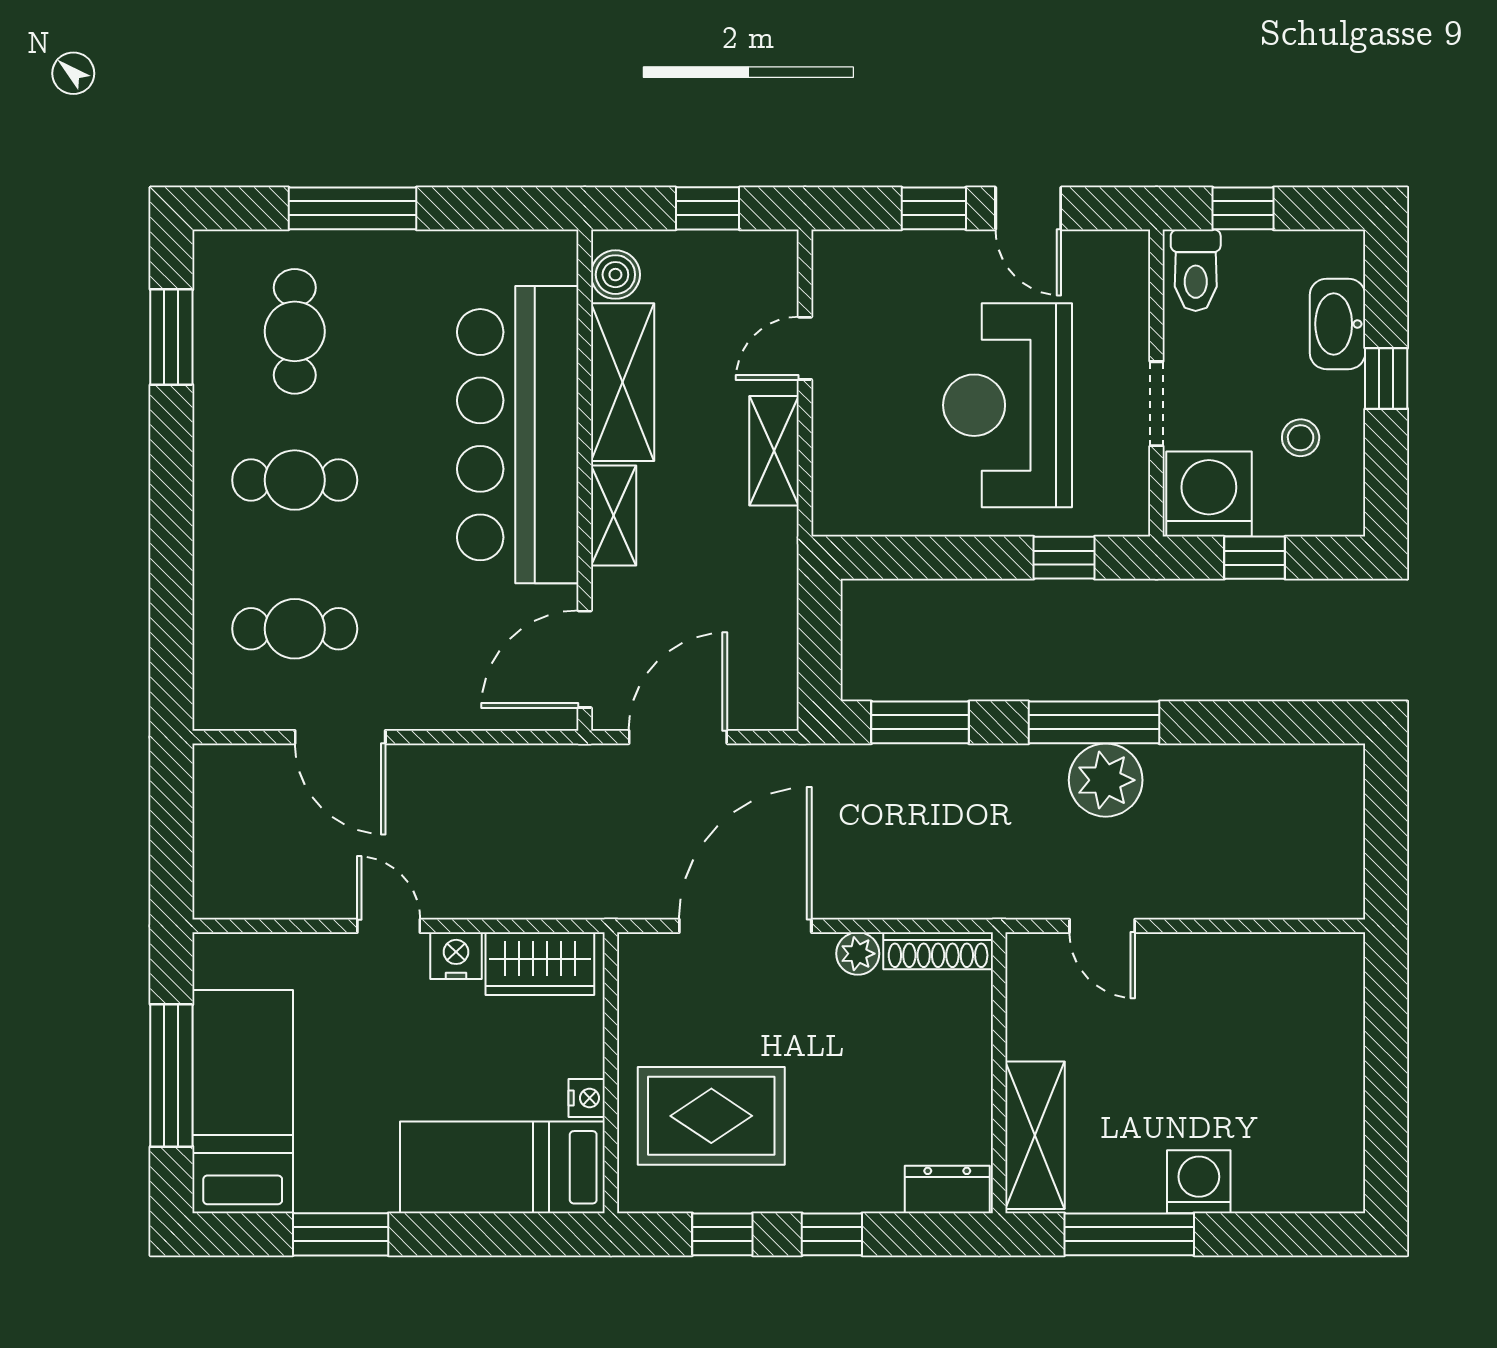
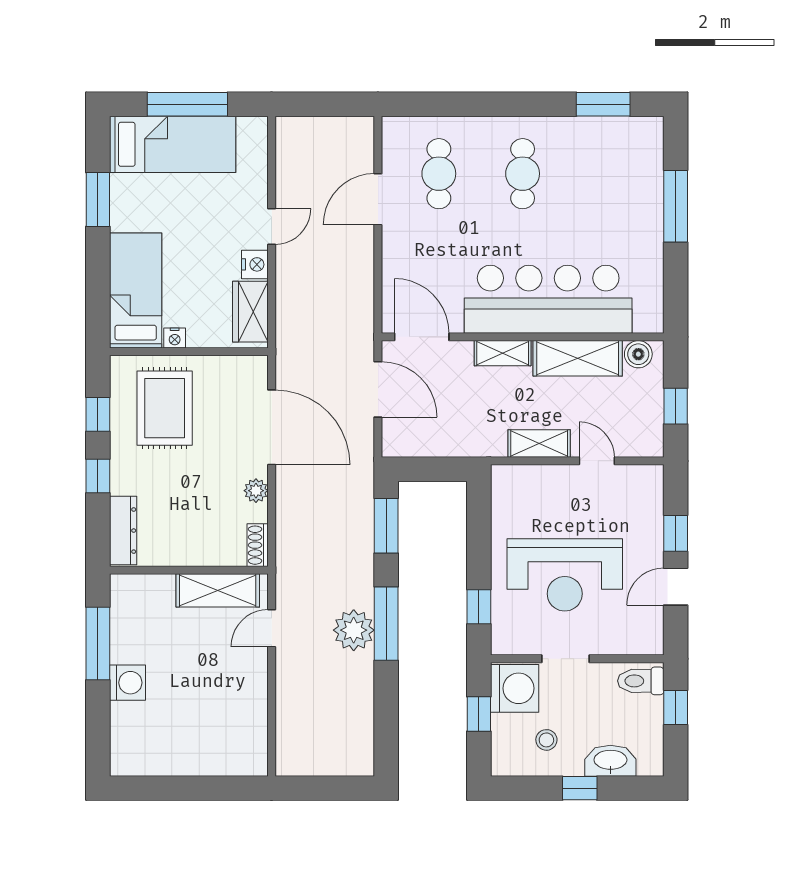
cafe table: (295, 331) -> (606, 174), removed
reception desk: (1007, 405) -> (565, 575), turned 180
shoe rack: (938, 951) -> (258, 545), width x0.70
shelving: (1035, 1135) -> (218, 590), moved
dresser: (947, 1189) -> (123, 531), width x1.44

